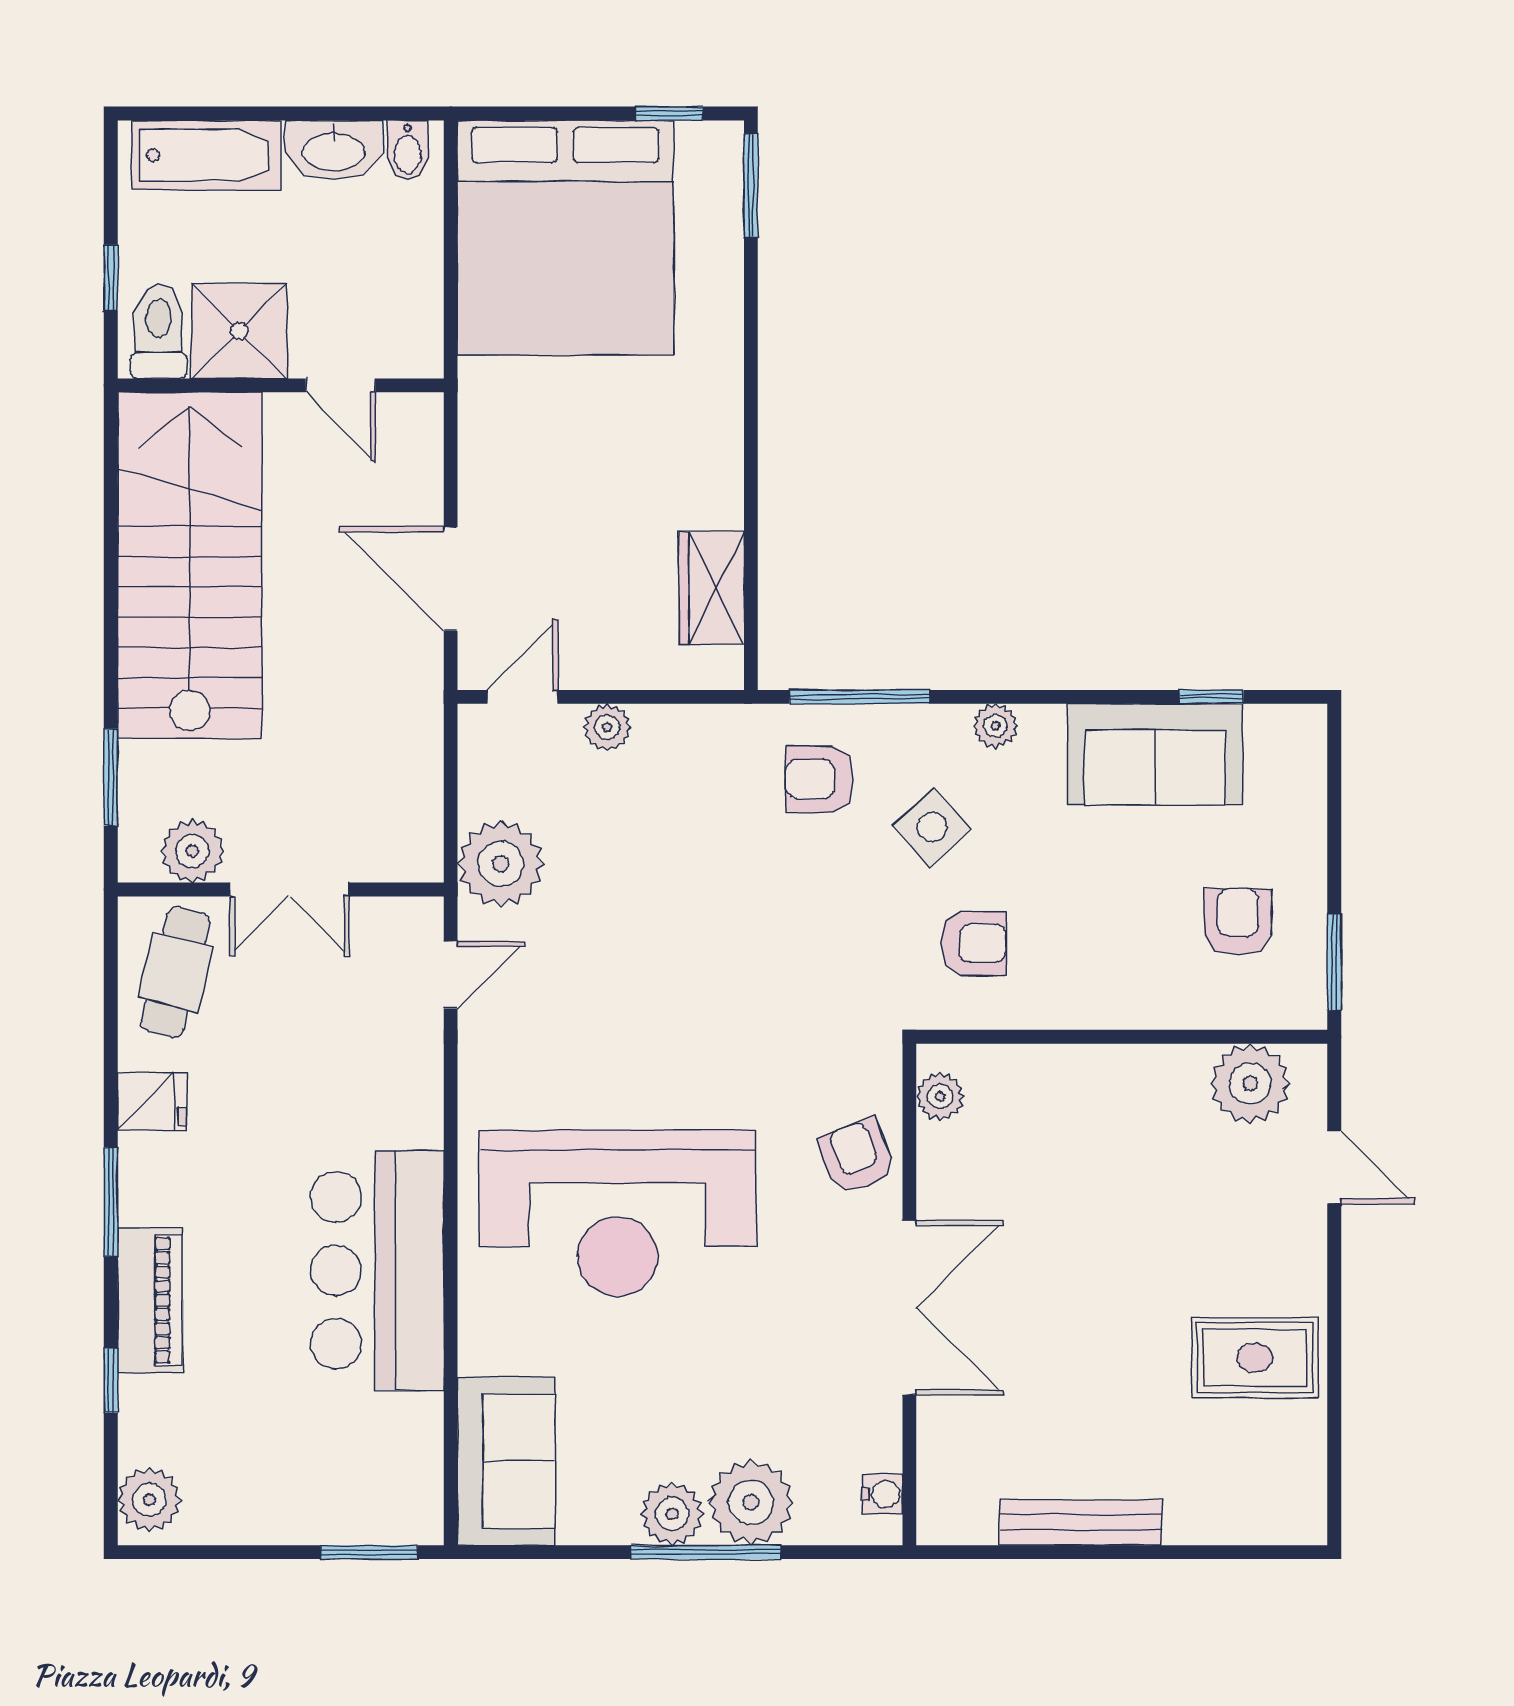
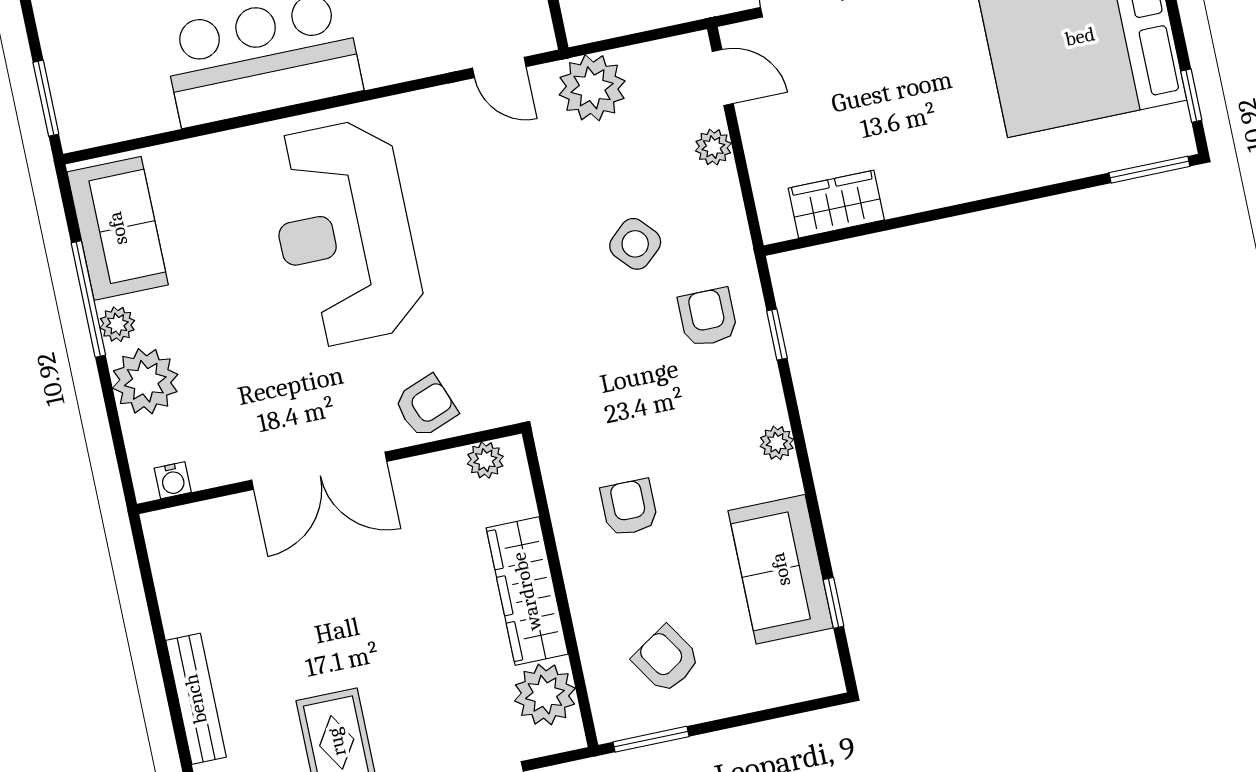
window: (859, 697) -> (777, 335), width x0.46
side table: (932, 827) -> (635, 244), moved
armchair: (1238, 922) -> (666, 659), turned -123
armchair: (974, 943) -> (629, 507), moved, turned 180
wardrobe: (1115, 1078) -> (527, 591), added
sofa: (506, 1461) -> (118, 228), moved, turned -90
plant: (672, 1514) -> (117, 324), width x0.73, depth x0.73
bench: (1081, 1523) -> (196, 699), moved
window: (706, 1552) -> (88, 299), moved

